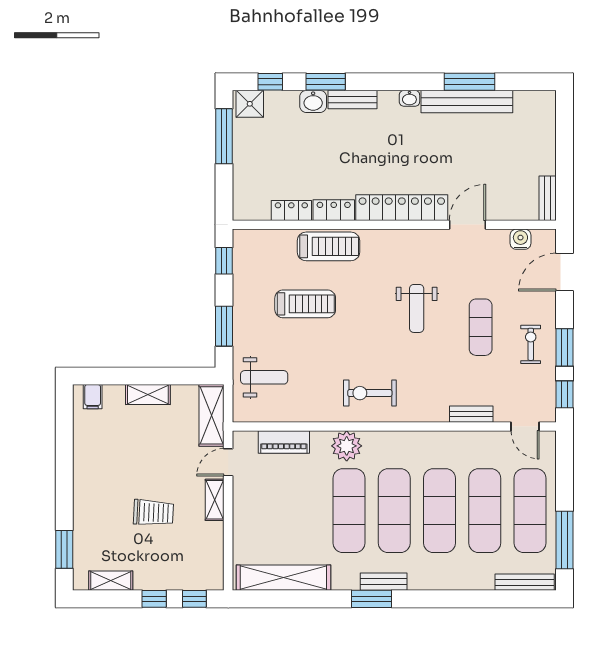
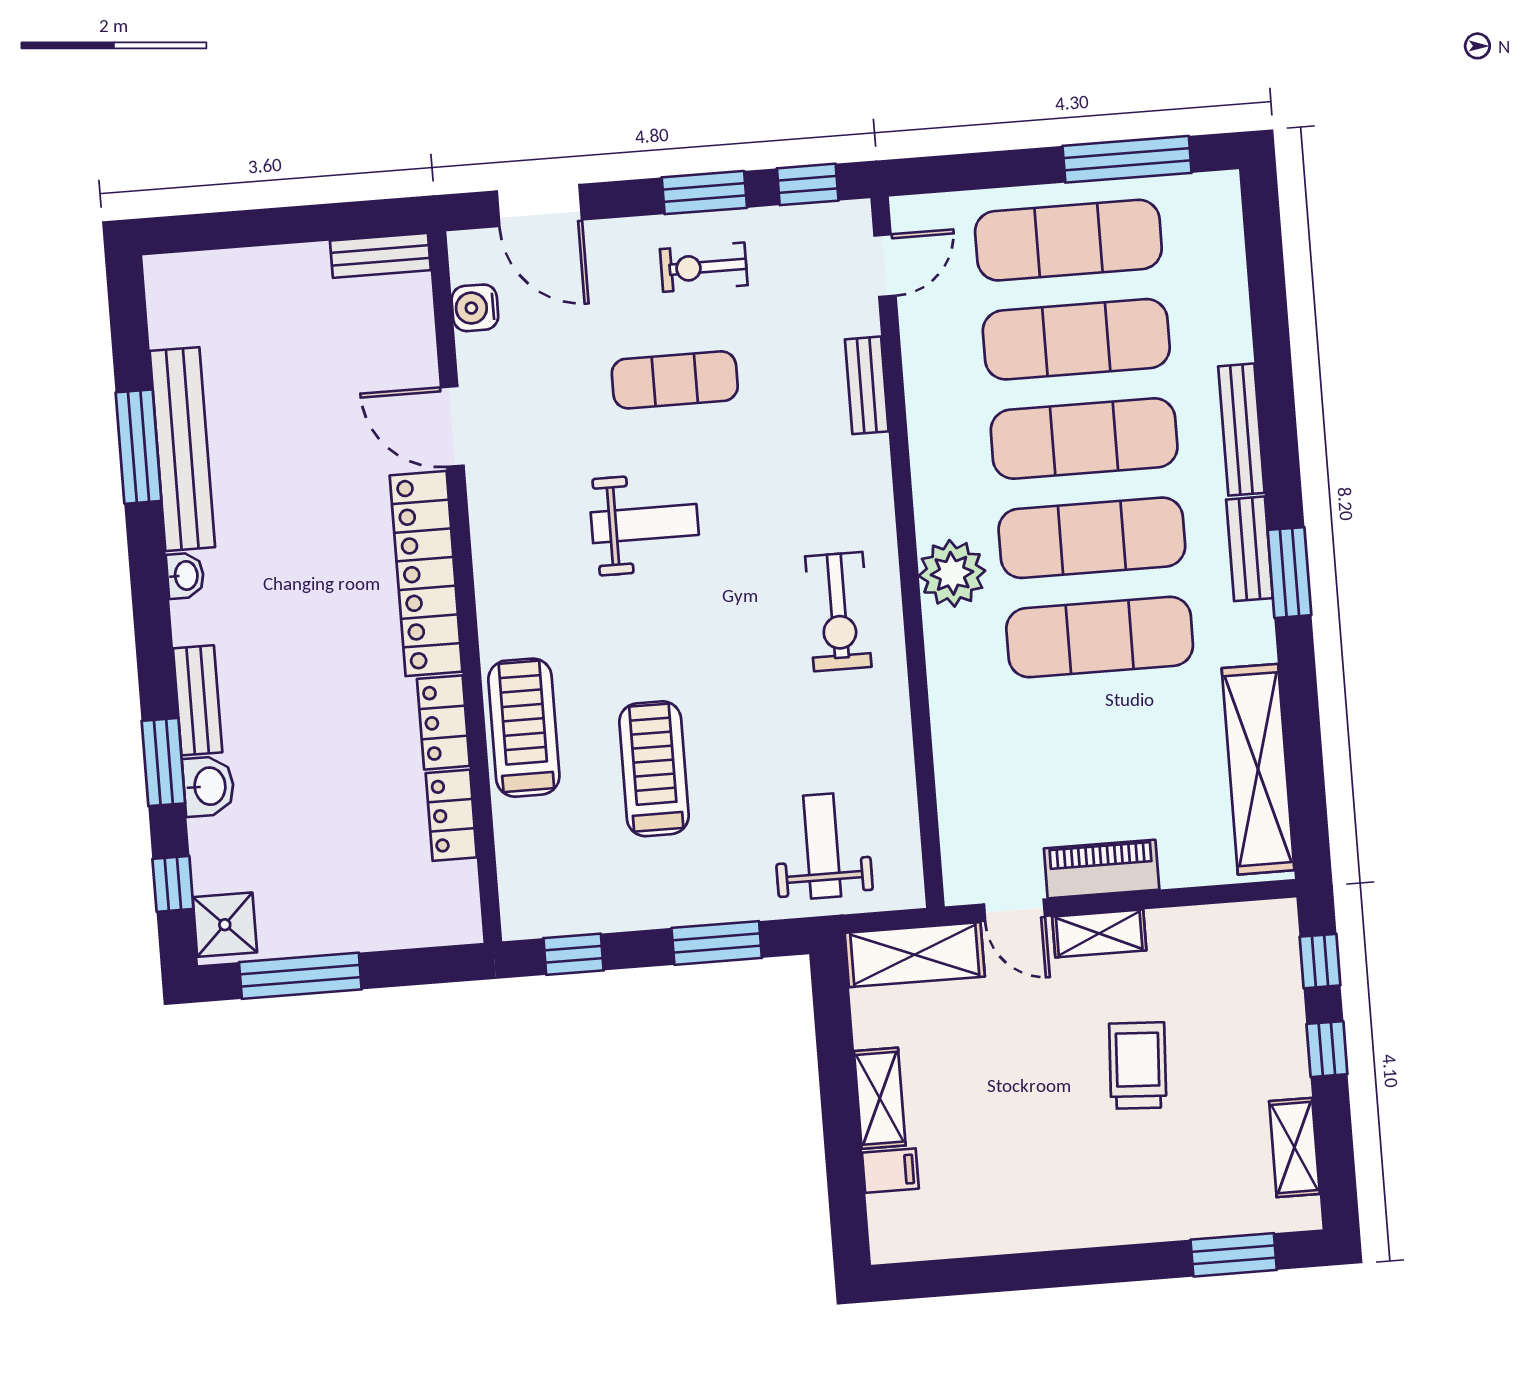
filing cabinet: (93, 397) -> (890, 1171), moved
piano: (284, 442) -> (1102, 869), moved, turned -90
plant: (347, 446) -> (952, 573), moved
bench: (525, 582) -> (1241, 430), moved

